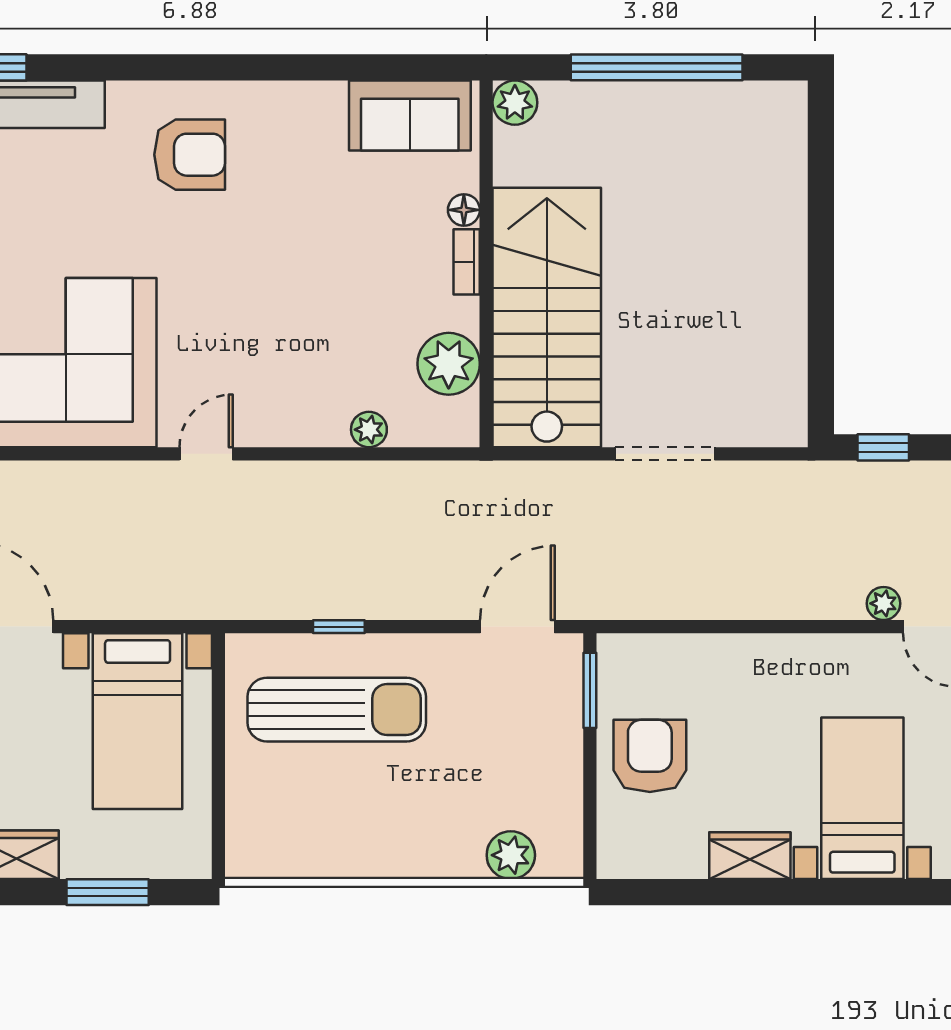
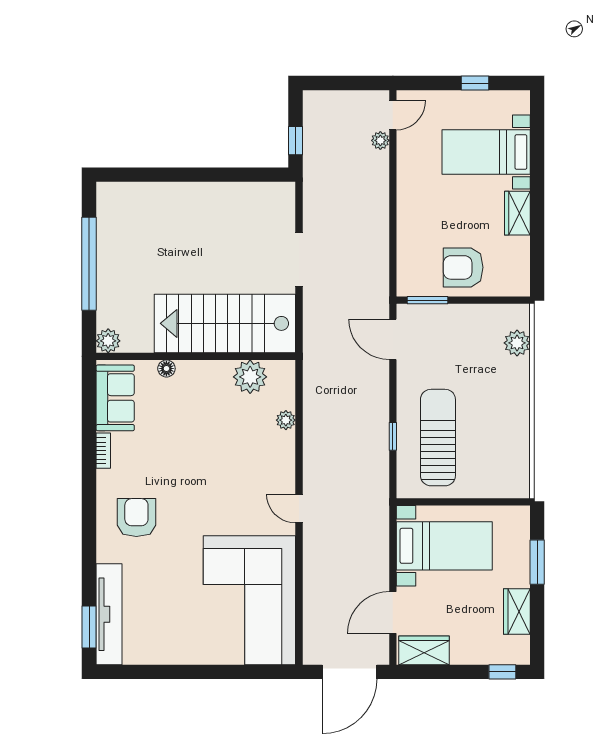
bookcase: (467, 262) -> (103, 451), moved, turned -90

